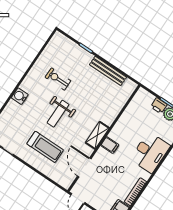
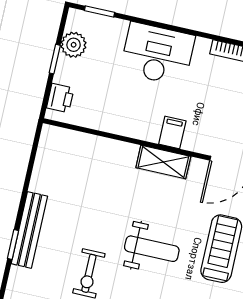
bench: (108, 71) -> (29, 230), moved
printer: (159, 106) -> (60, 98), moved

